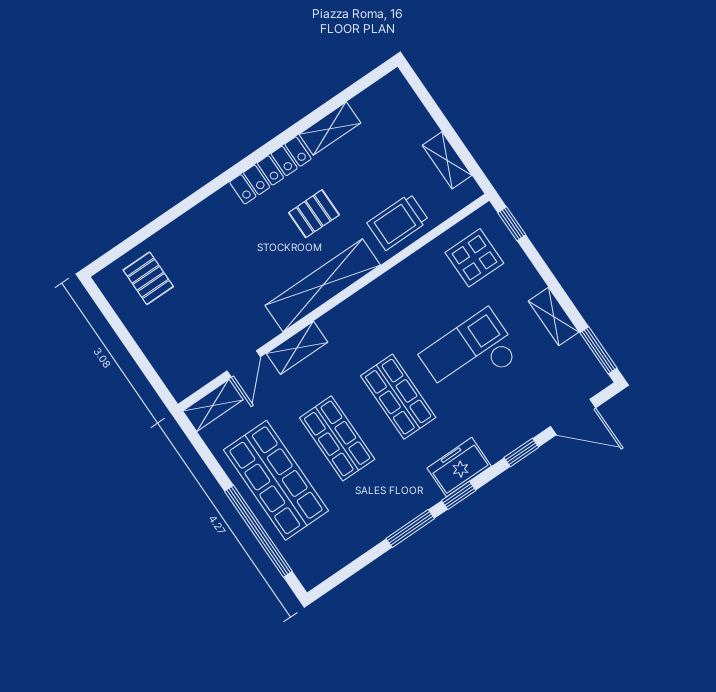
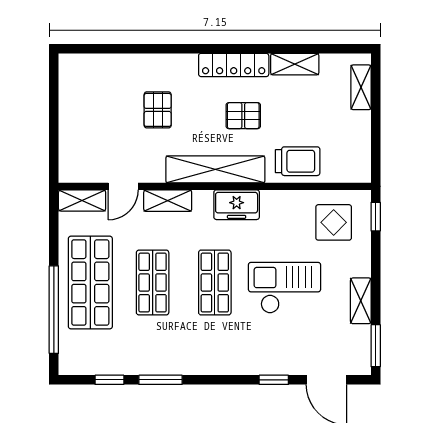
shelving: (447, 160) -> (361, 87), moved
trolley: (398, 222) -> (298, 161), turned 180
pallet: (148, 278) -> (158, 110), moved
freezer: (459, 467) -> (237, 205), moved, turned 180
window: (459, 495) -> (109, 380), moved

